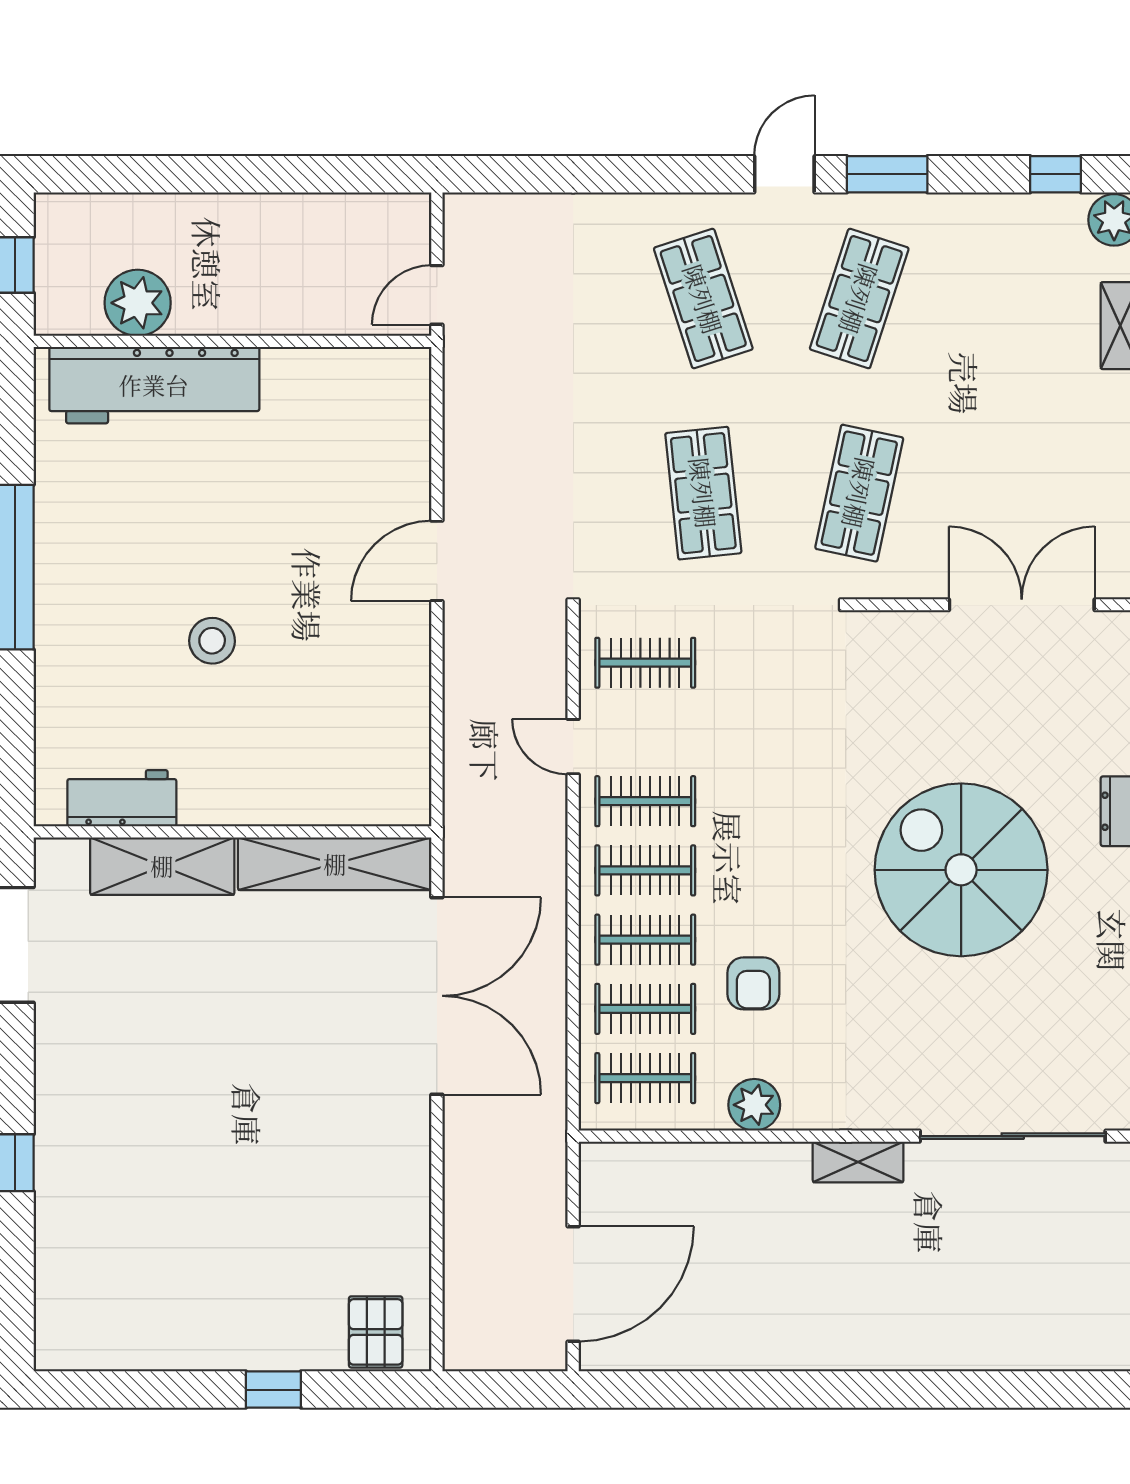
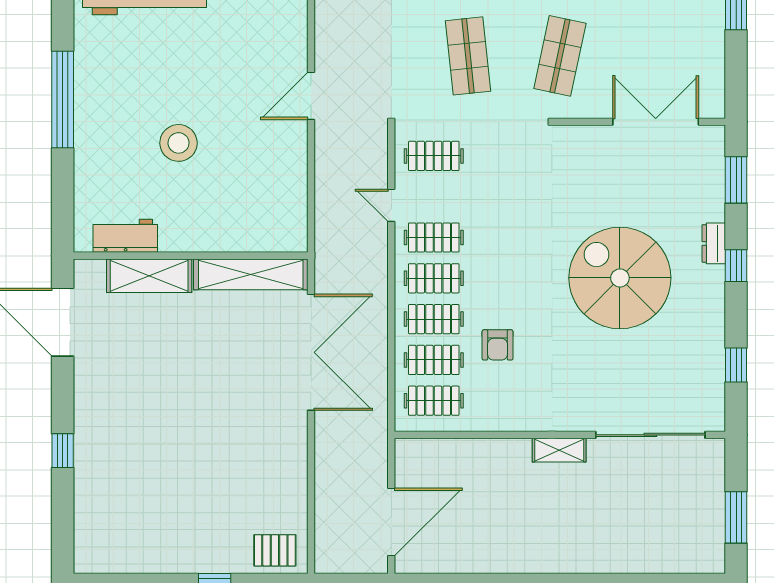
stool: (212, 641) -> (179, 143), width x1.38, depth x1.38
plant: (754, 1105) -> (498, 416), removed
pallet: (376, 1332) -> (275, 550), turned 90

